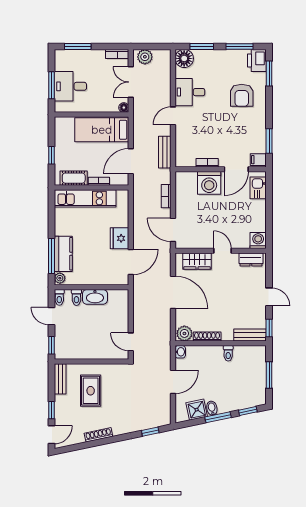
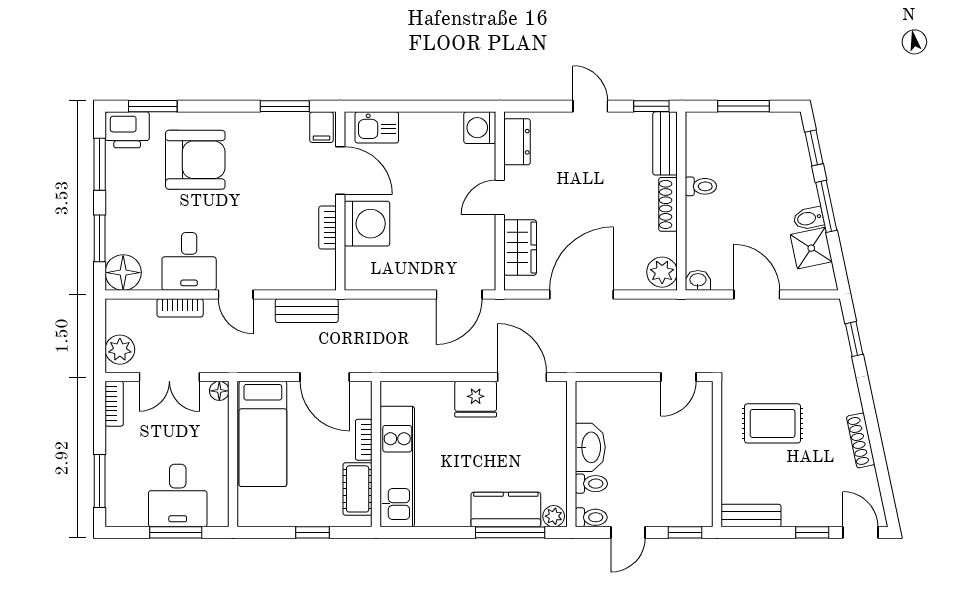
armchair: (242, 95) -> (195, 160), width x1.36, depth x1.36
bookcase: (166, 196) -> (180, 308), moved
door: (269, 297) -> (590, 106), hinge flipped
shoe rack: (207, 337) -> (668, 204), moved
rug: (91, 391) -> (773, 423), moved

